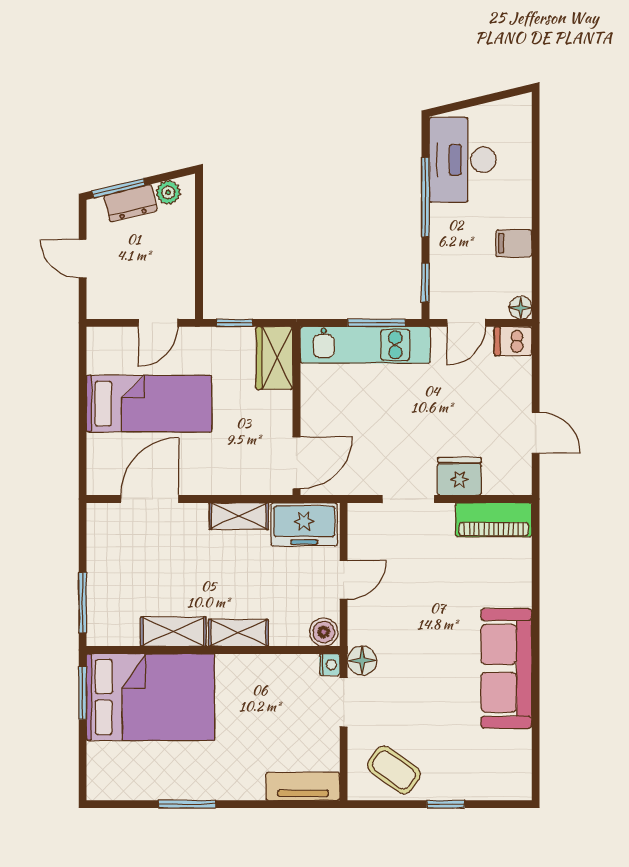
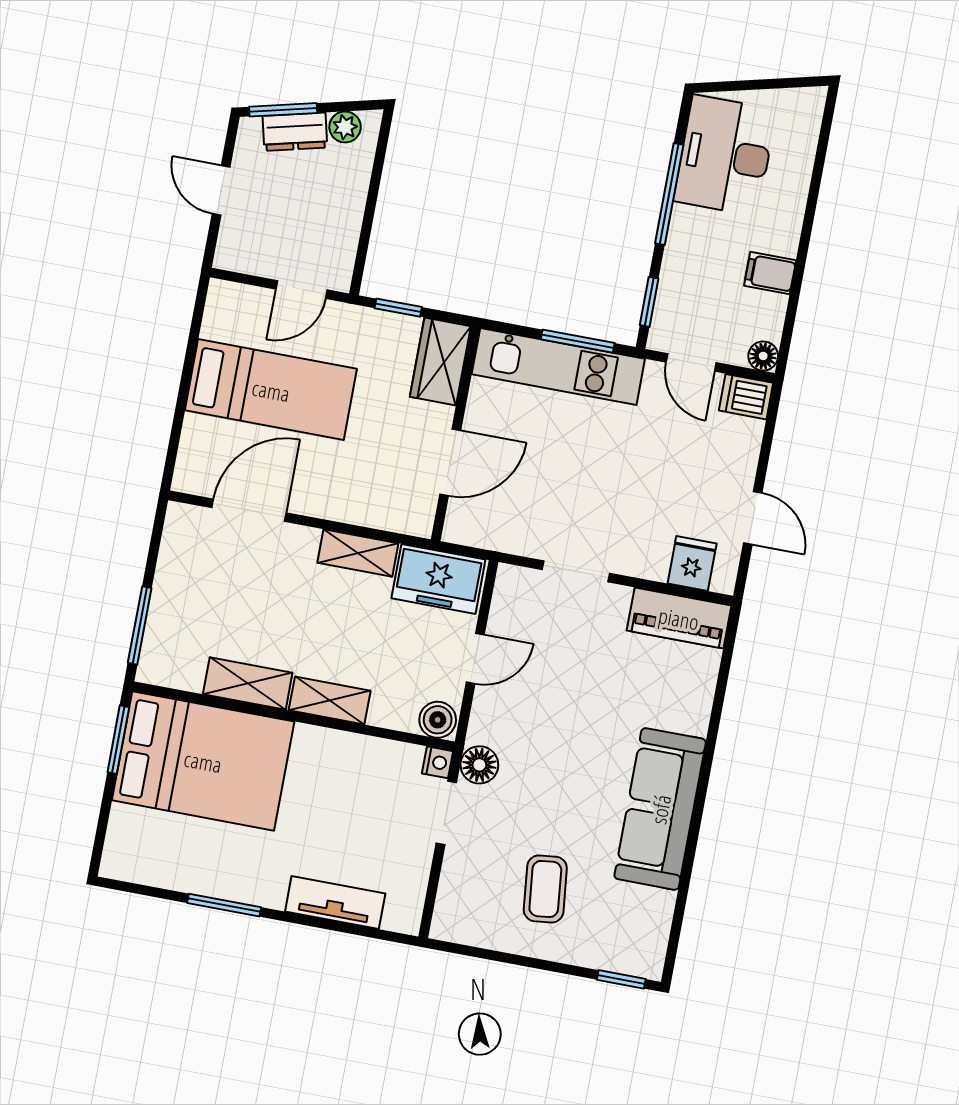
door: (466, 323) -> (691, 362), hinge flipped
door: (297, 463) -> (450, 462), moved
fridge: (459, 476) -> (692, 564), moved, width x0.72
coffee table: (394, 770) -> (545, 889), moved, turned 48
tv unit: (303, 786) -> (335, 902), moved
window: (446, 804) -> (621, 979), moved

